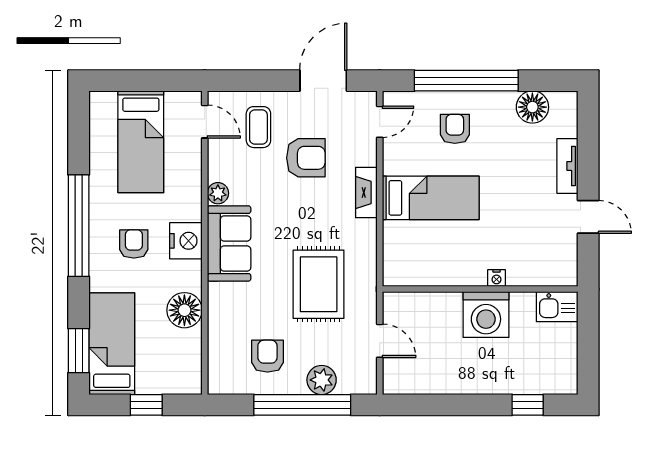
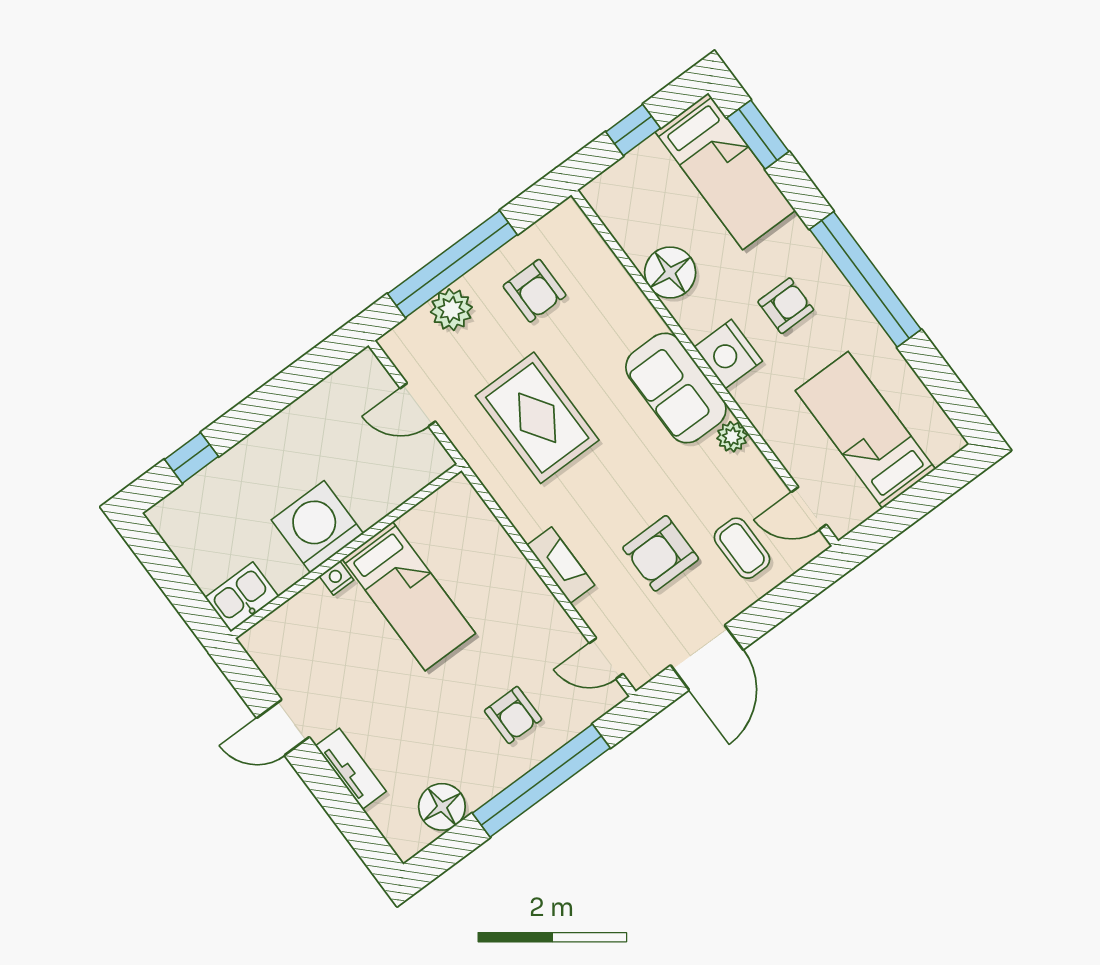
door: (380, 122) -> (606, 658), hinge flipped
bed: (431, 198) -> (409, 596), moved, turned -90
armchair: (134, 244) -> (786, 306), turned -90

